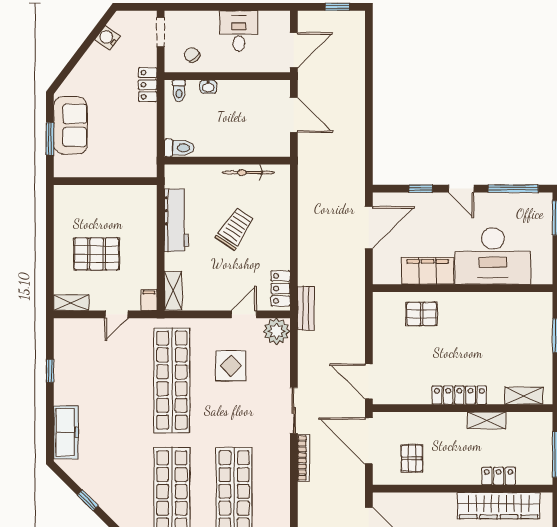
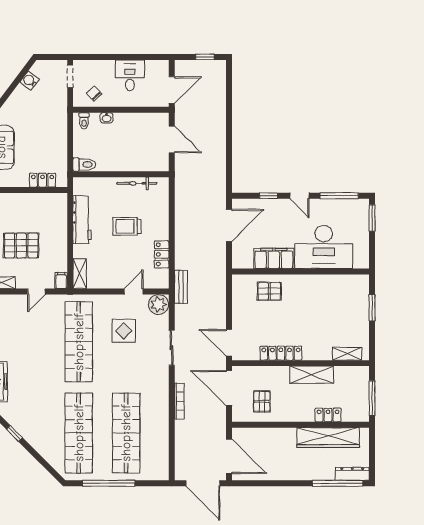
locker: (148, 85) -> (43, 180), moved, turned 90
trolley: (235, 229) -> (127, 226), turned -124
locker: (281, 288) -> (162, 254), moved
locker: (459, 395) -> (281, 353), moved
sliding door: (294, 410) -> (172, 348), moved
shelving: (487, 420) -> (312, 375), width x1.50, depth x1.33

